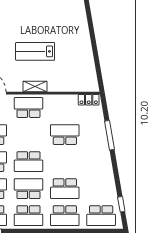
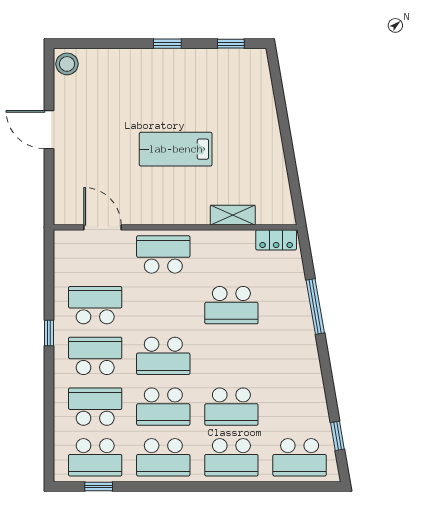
shelving: (35, 87) -> (233, 215), moved
school desk: (65, 135) -> (231, 305), turned 180
school desk: (28, 189) -> (163, 407), turned 180

